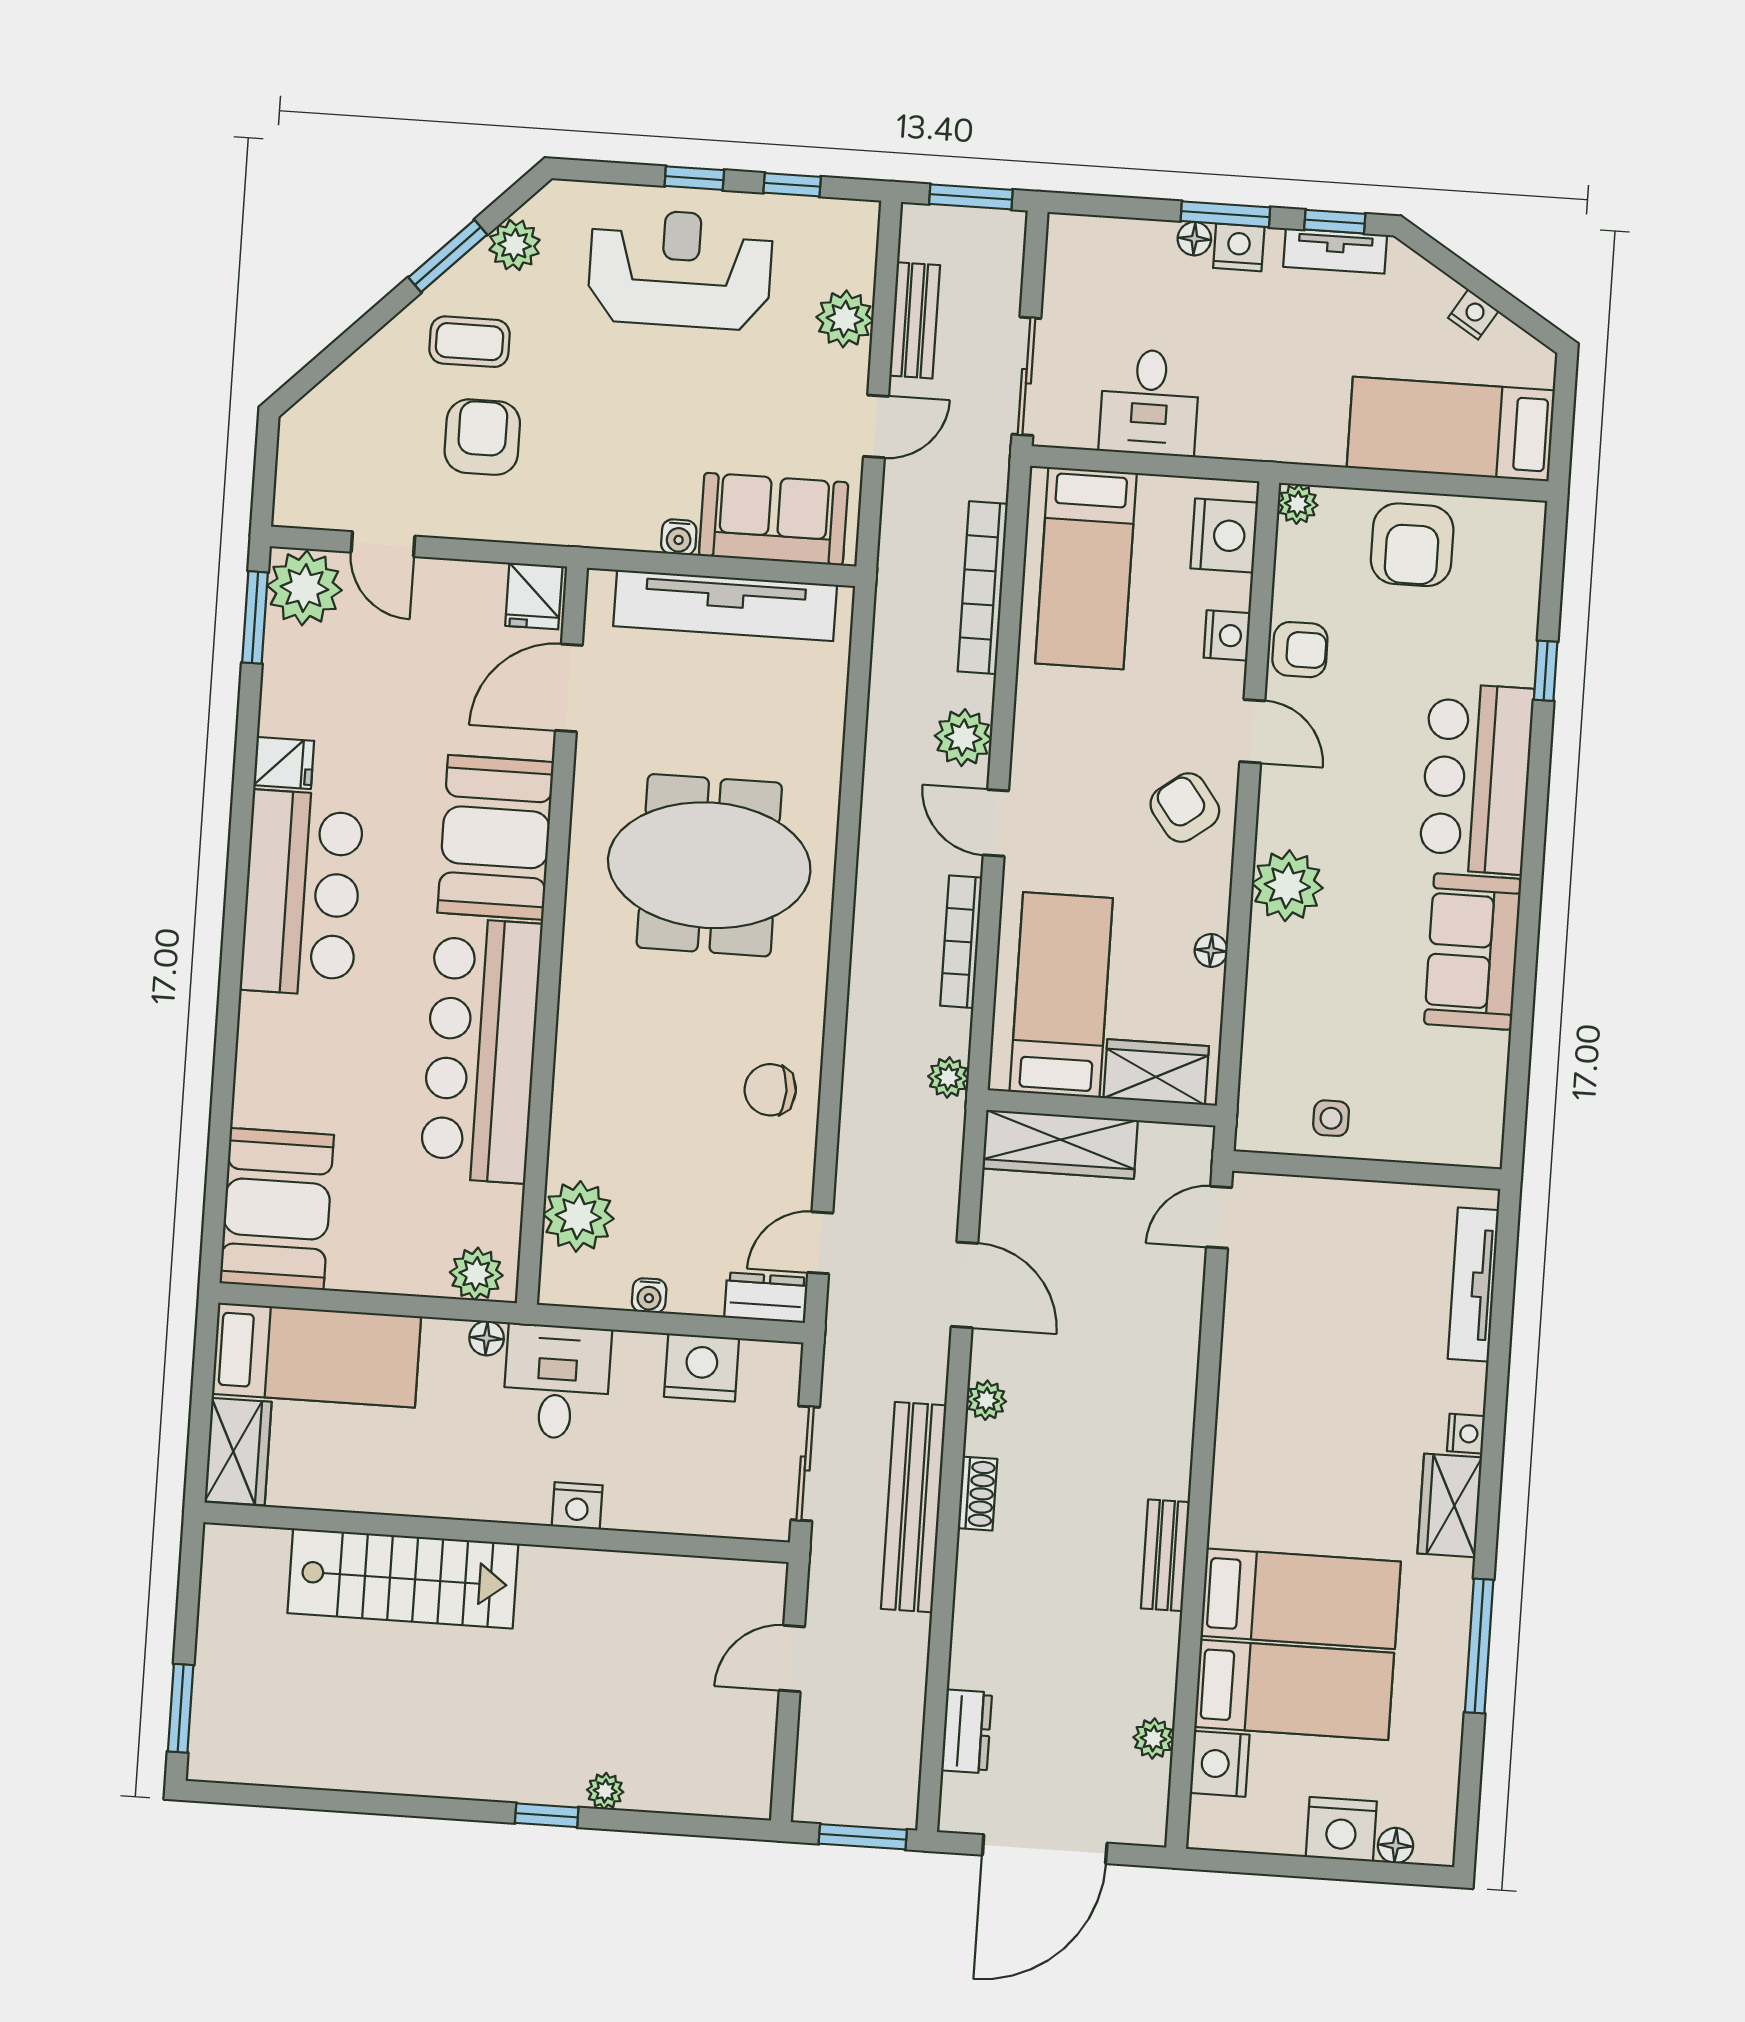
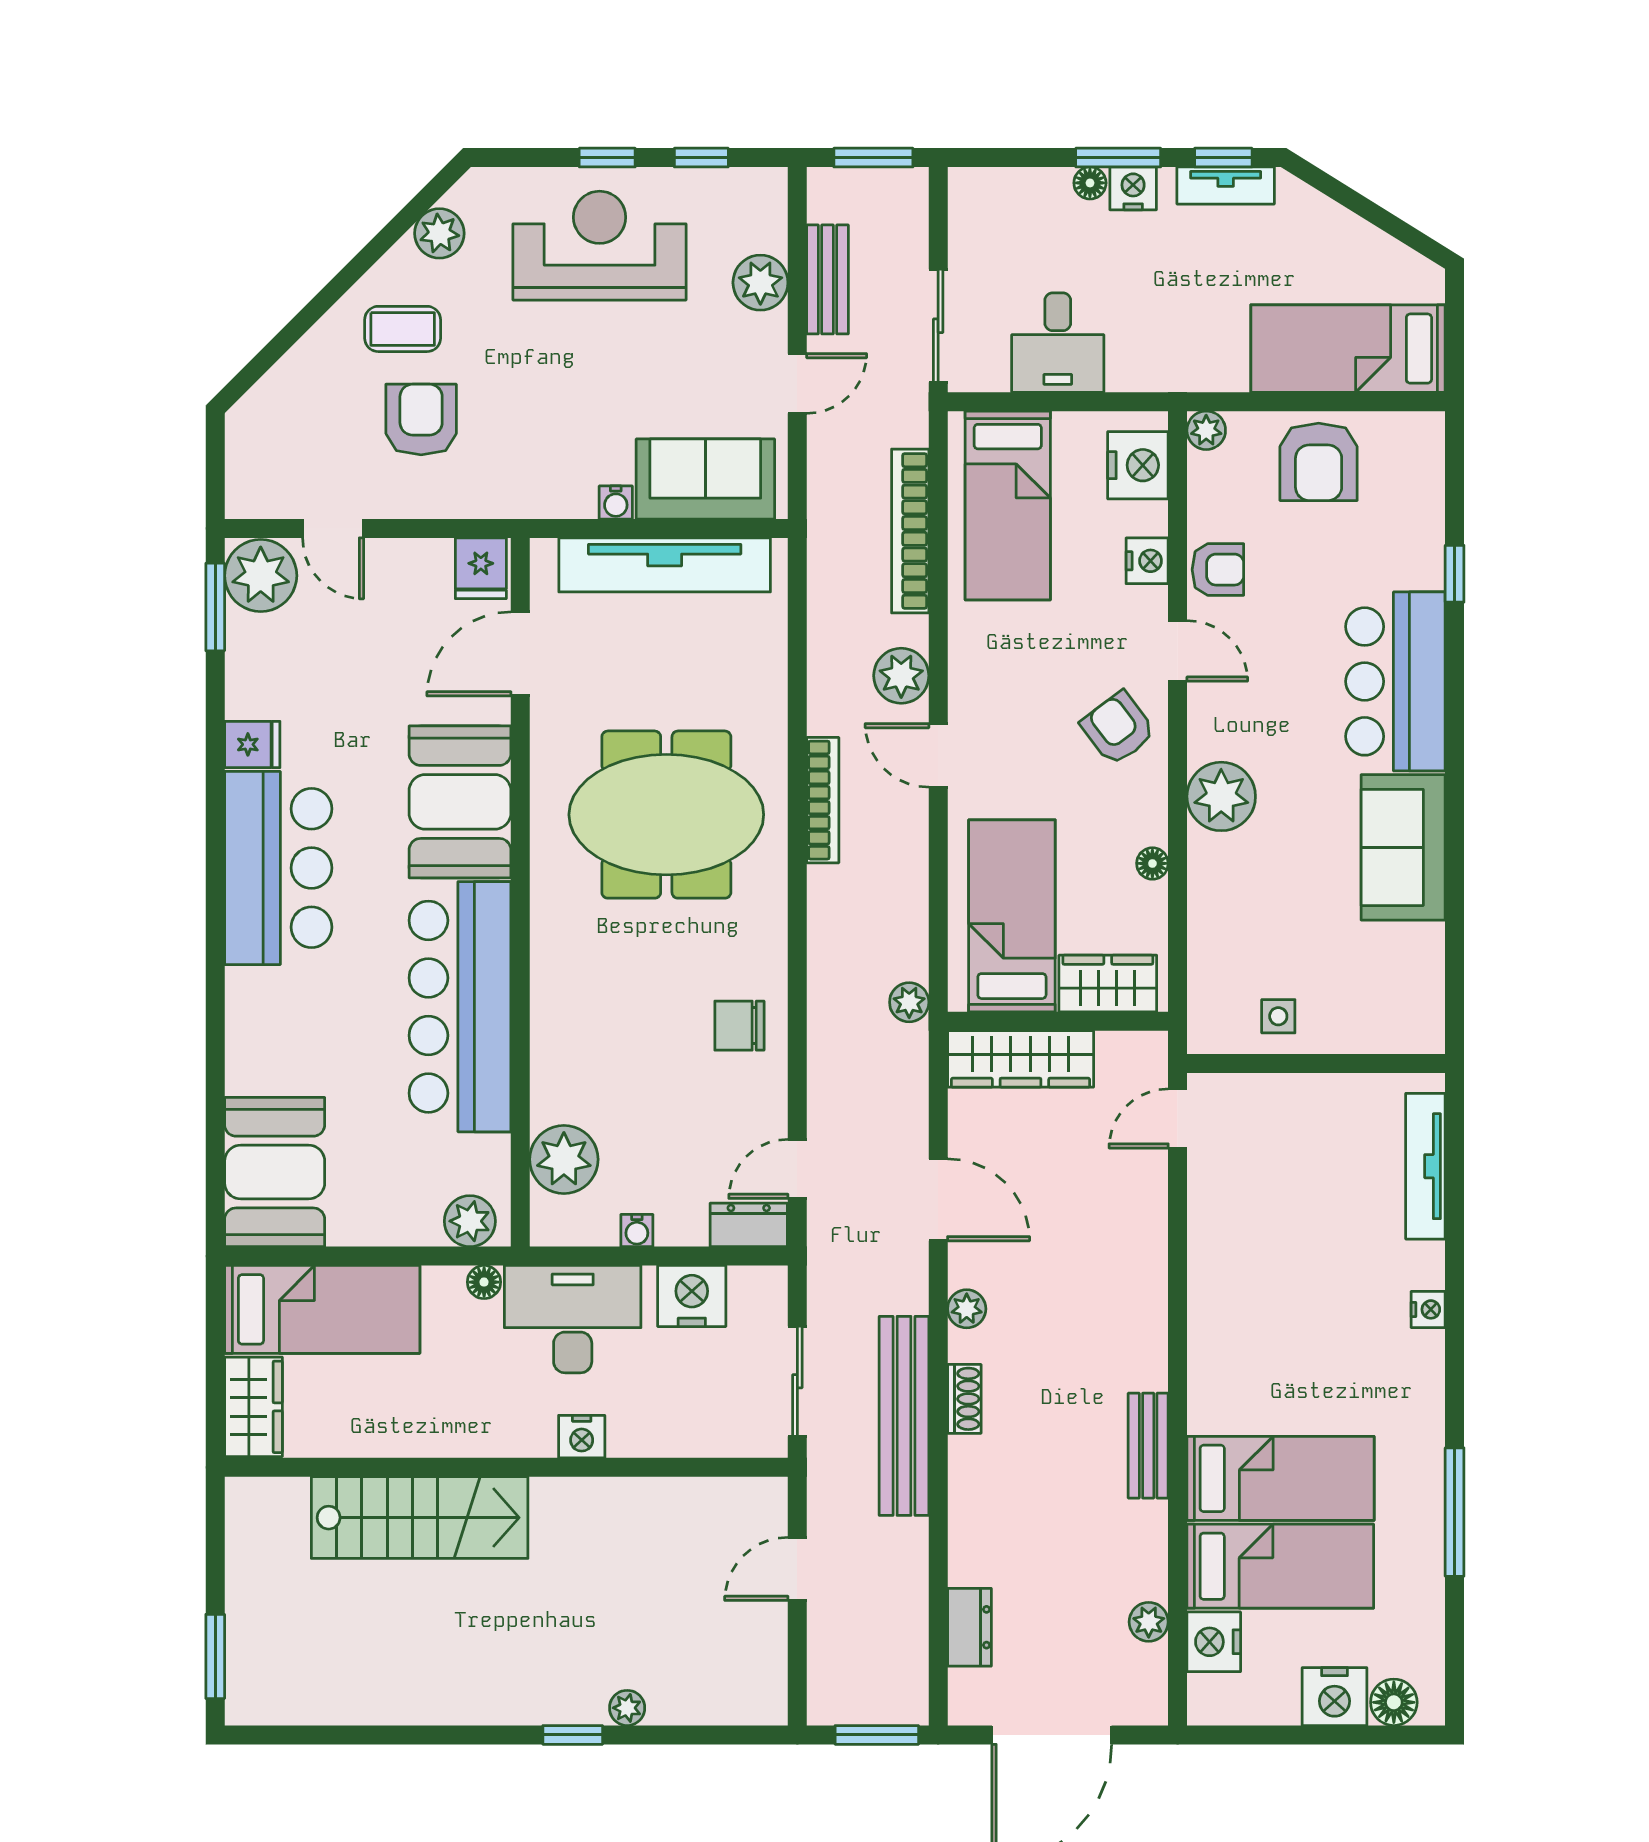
window: (448, 256) -> (376, 248), removed
nightstand: (1473, 314) -> (1362, 237), removed
bookcase: (961, 942) -> (823, 800), moved, turned 180
desk: (557, 1382) -> (573, 1319), width x1.37
wardrobe: (1450, 1505) -> (1417, 1379), removed
floor lamp: (1396, 1846) -> (1394, 1702), width x1.37, depth x1.37

